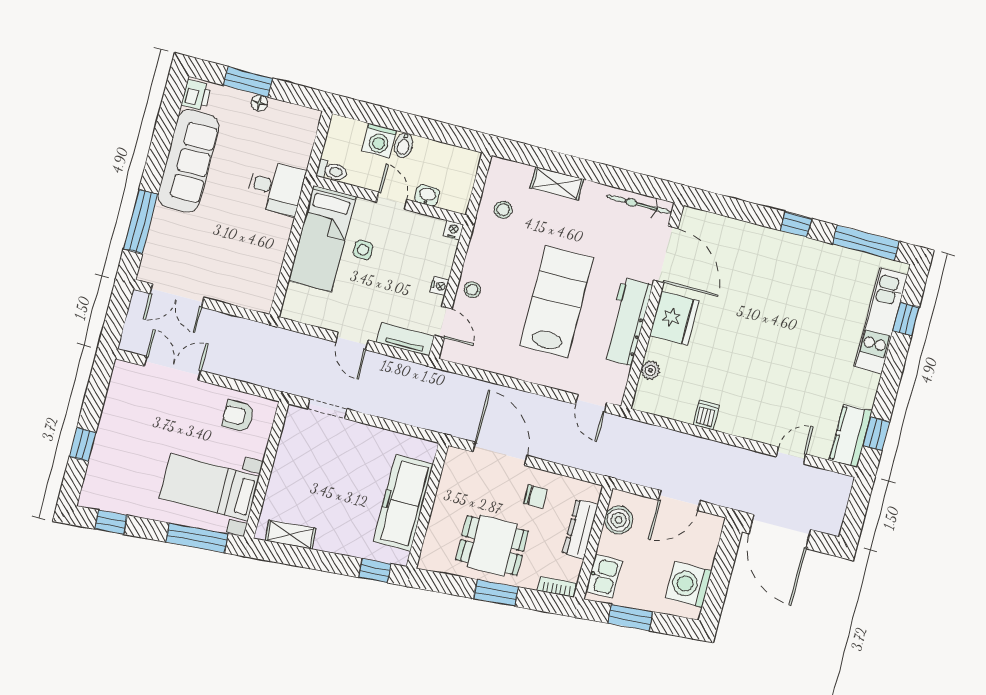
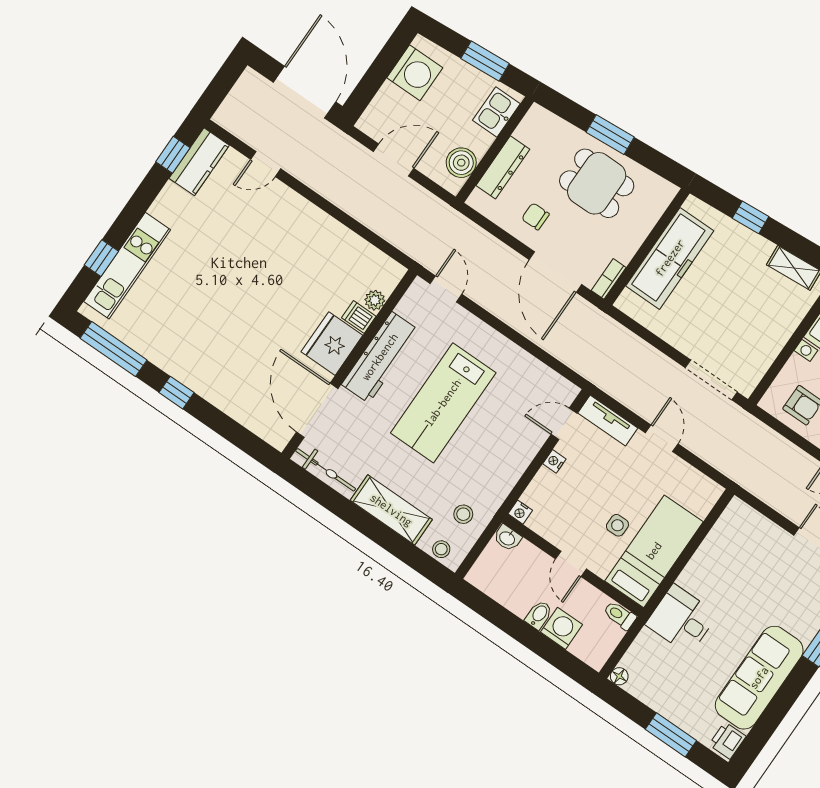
floor lamp: (259, 103) -> (619, 676), moved
shelving: (557, 184) -> (391, 510), width x1.50, depth x1.33
washbasin: (427, 195) -> (507, 538), moved
stool: (472, 290) -> (441, 549), moved
door: (443, 322) -> (564, 424), hinge flipped
doorway: (327, 409) -> (711, 380), width x1.38
dishwasher: (706, 415) -> (359, 317), moved, turned 90
window: (375, 571) -> (751, 217), moved
bookcase: (557, 587) -> (609, 279), moved, turned 94

